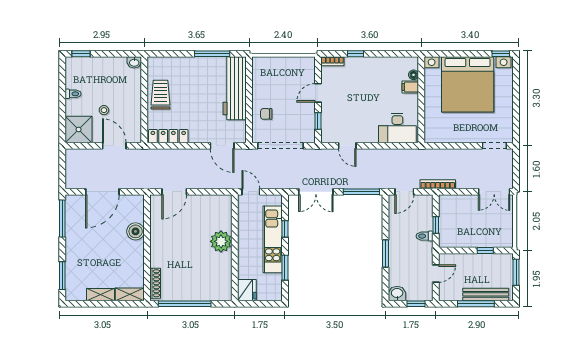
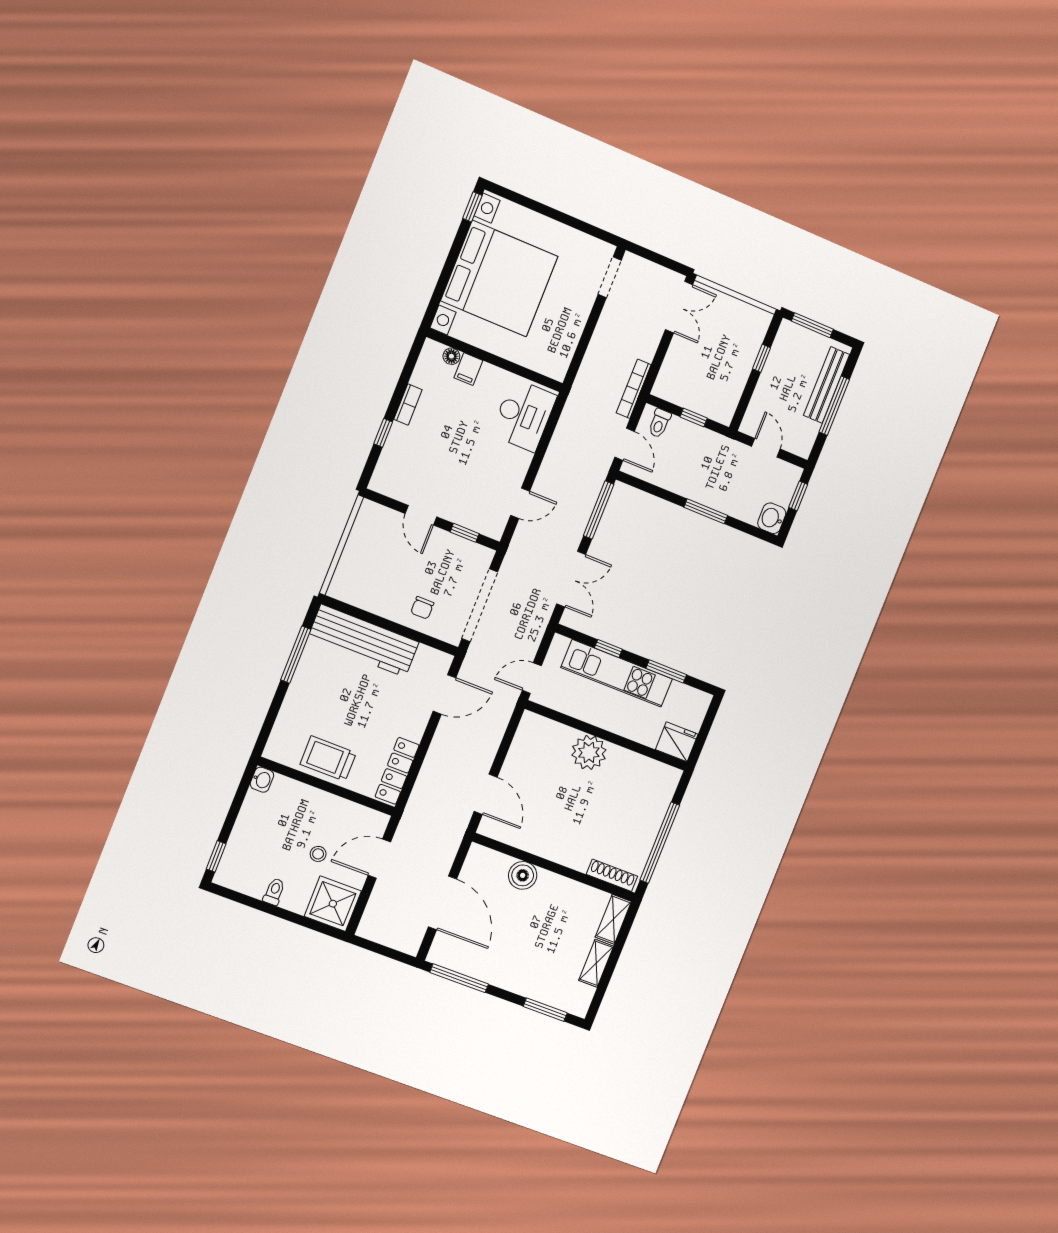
bookcase: (332, 61) -> (408, 404), moved
toilet: (424, 236) -> (659, 423), moved

